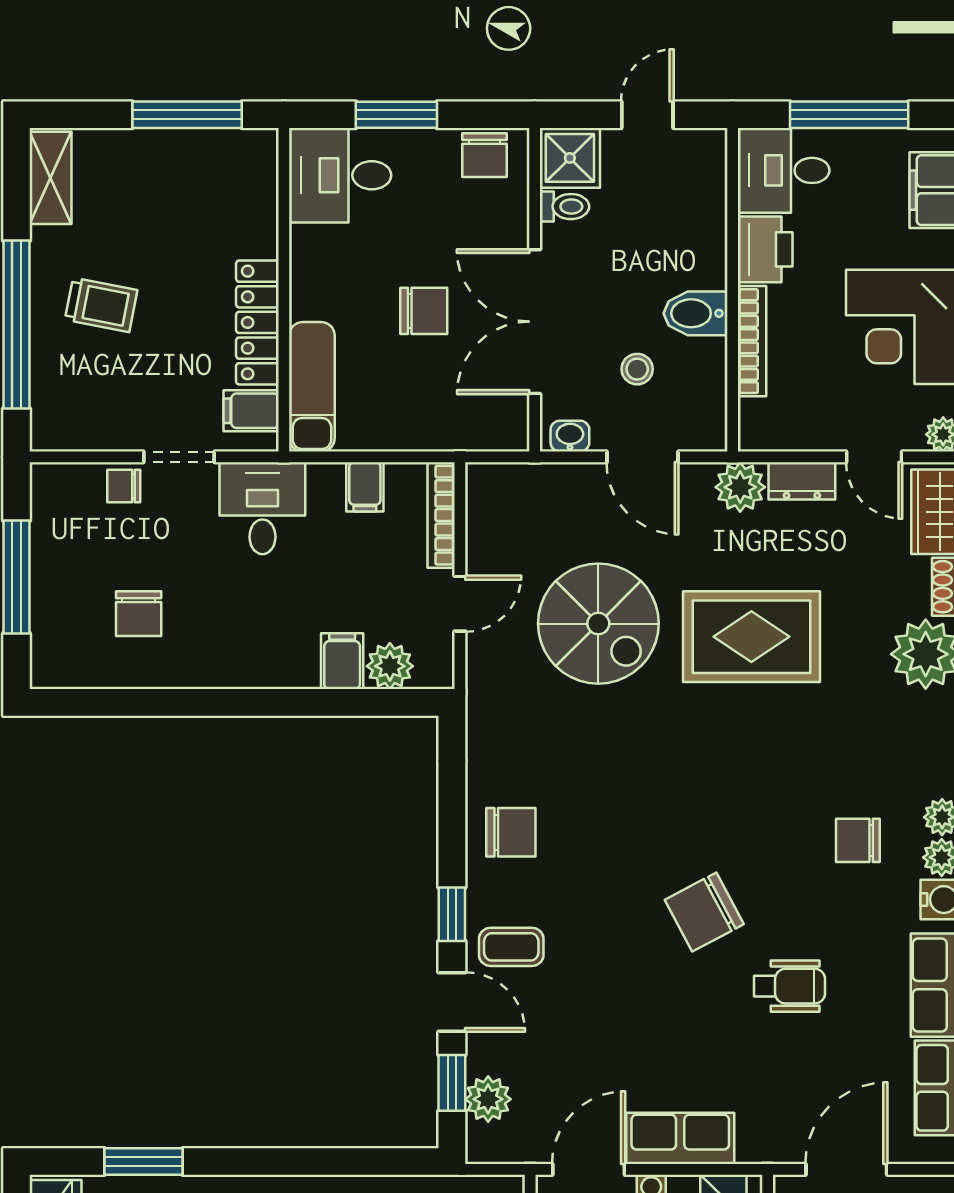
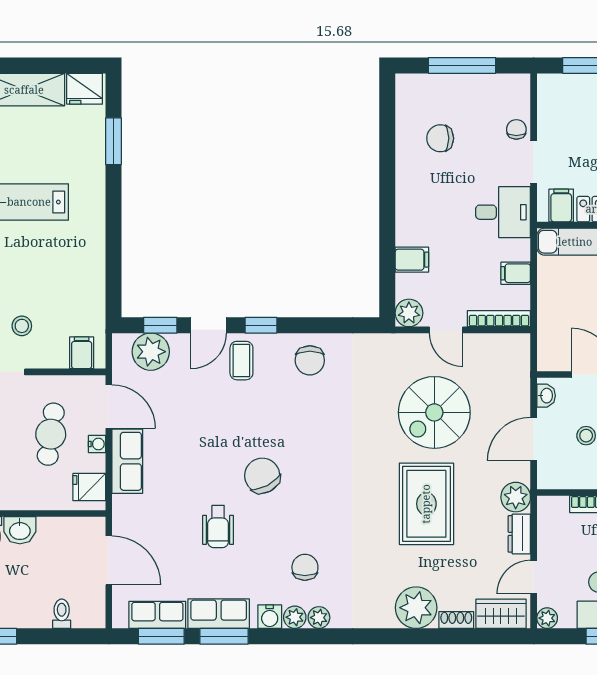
plant: (390, 666) -> (409, 313), moved
plant: (488, 1099) -> (151, 352), width x1.36, depth x1.36

